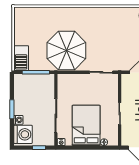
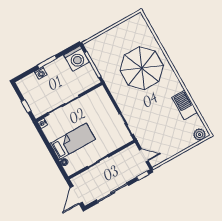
parasol: (66, 51) -> (142, 68), moved
barbecue: (21, 58) -> (185, 105), moved, turned 90
bed: (86, 125) -> (73, 141), width x0.67
washing machine: (23, 134) -> (77, 59), moved

